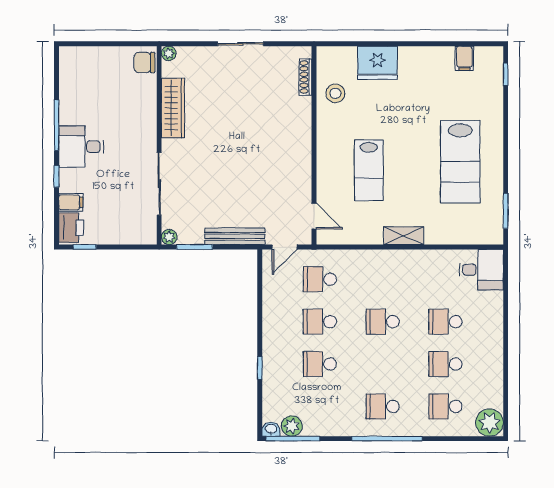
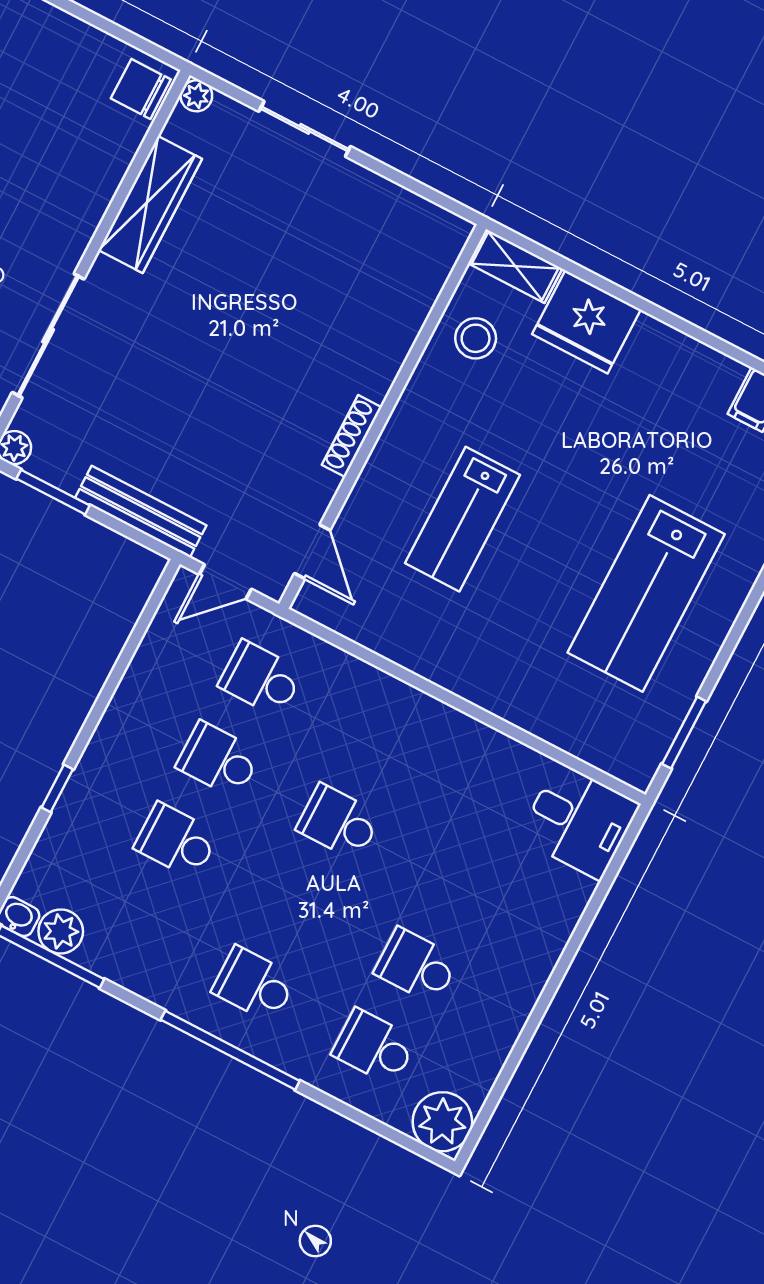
sliding door: (240, 44) -> (305, 129), moved
shoe rack: (305, 77) -> (352, 436), moved
shelving: (404, 236) -> (515, 266), moved
school desk: (445, 322) -> (459, 885), removed

